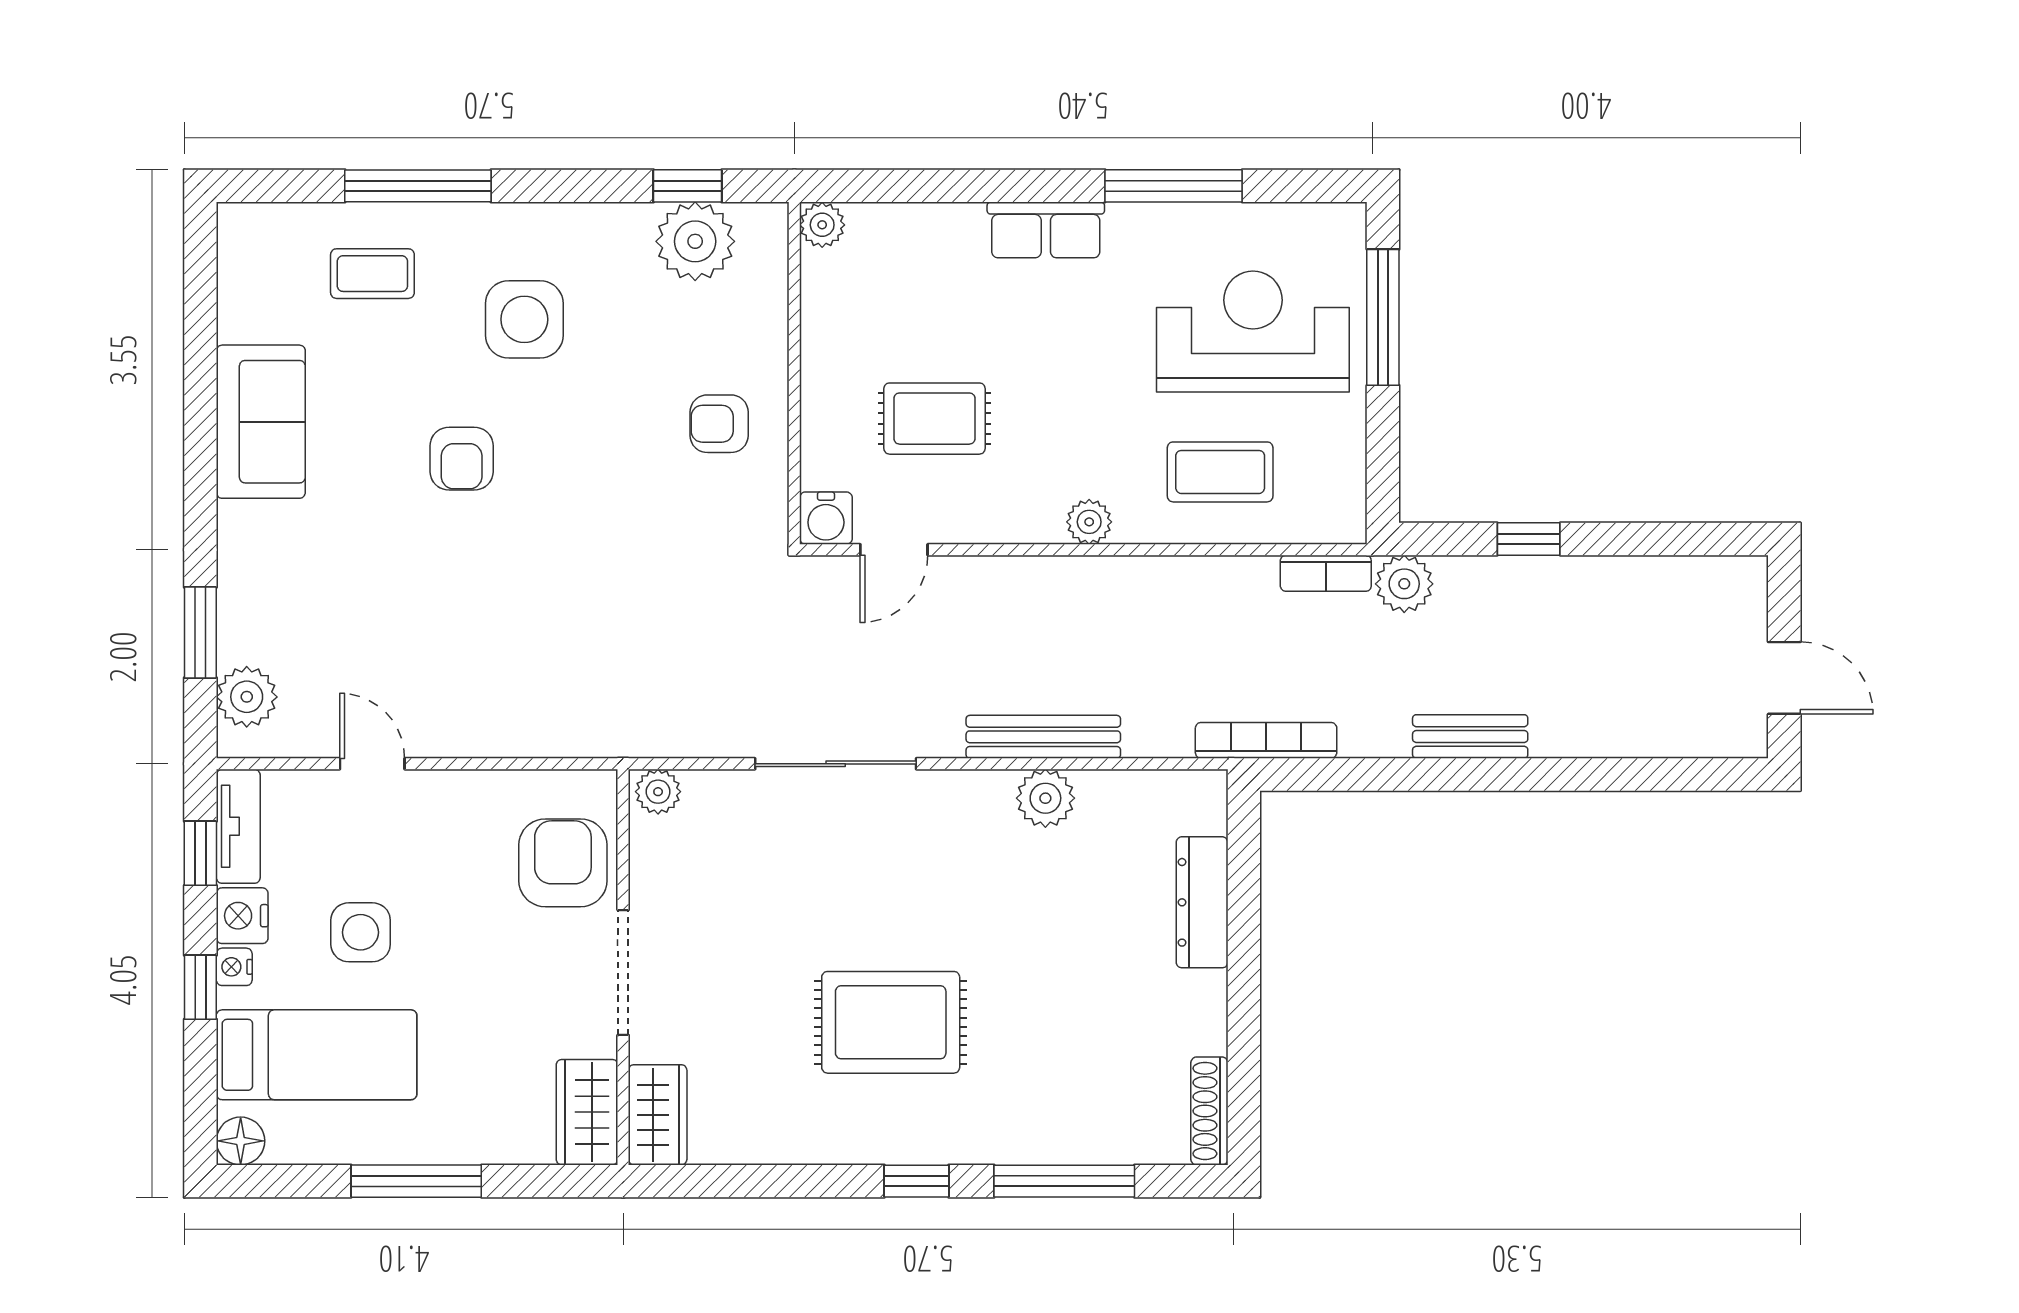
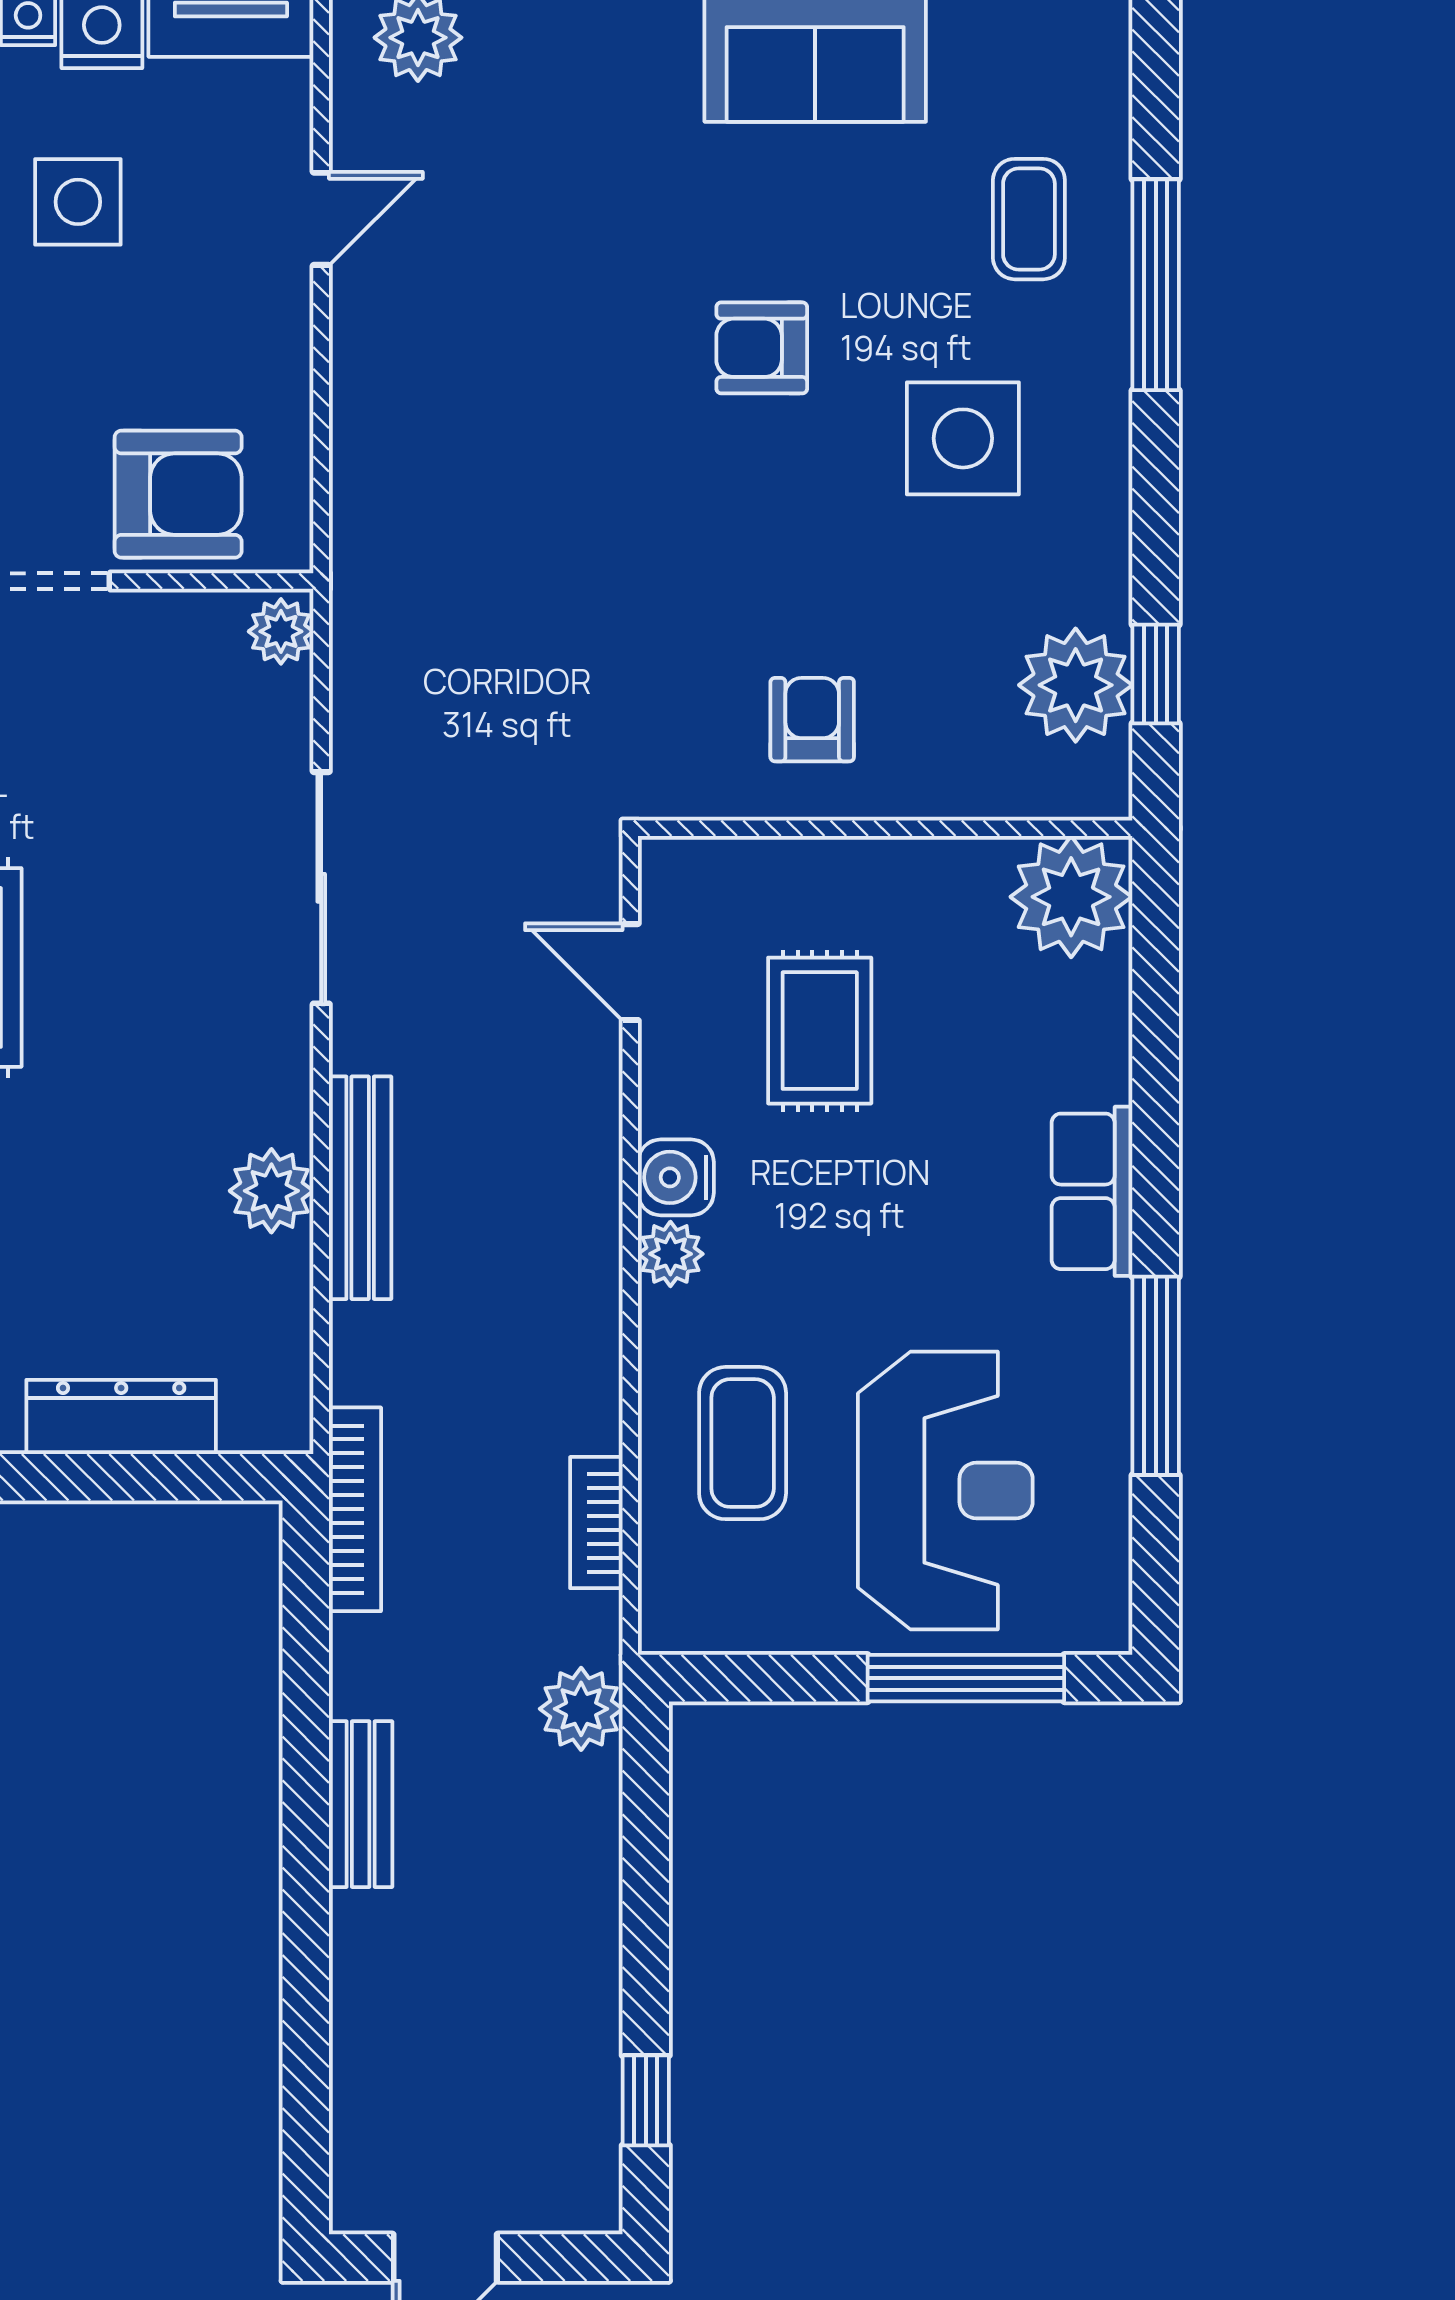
plant: (822, 225) -> (1071, 897), width x1.88, depth x1.88
water cooler: (826, 518) -> (676, 1177), moved
window: (1529, 539) -> (646, 2100), moved
bookcase: (1326, 573) -> (596, 1523), moved

